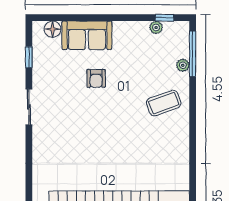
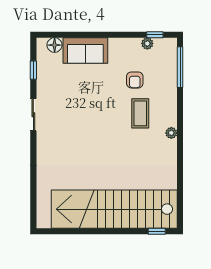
plant: (183, 65) -> (171, 133), moved
armchair: (96, 78) -> (135, 80), moved
coffee table: (164, 103) -> (140, 113), moved, turned -70

